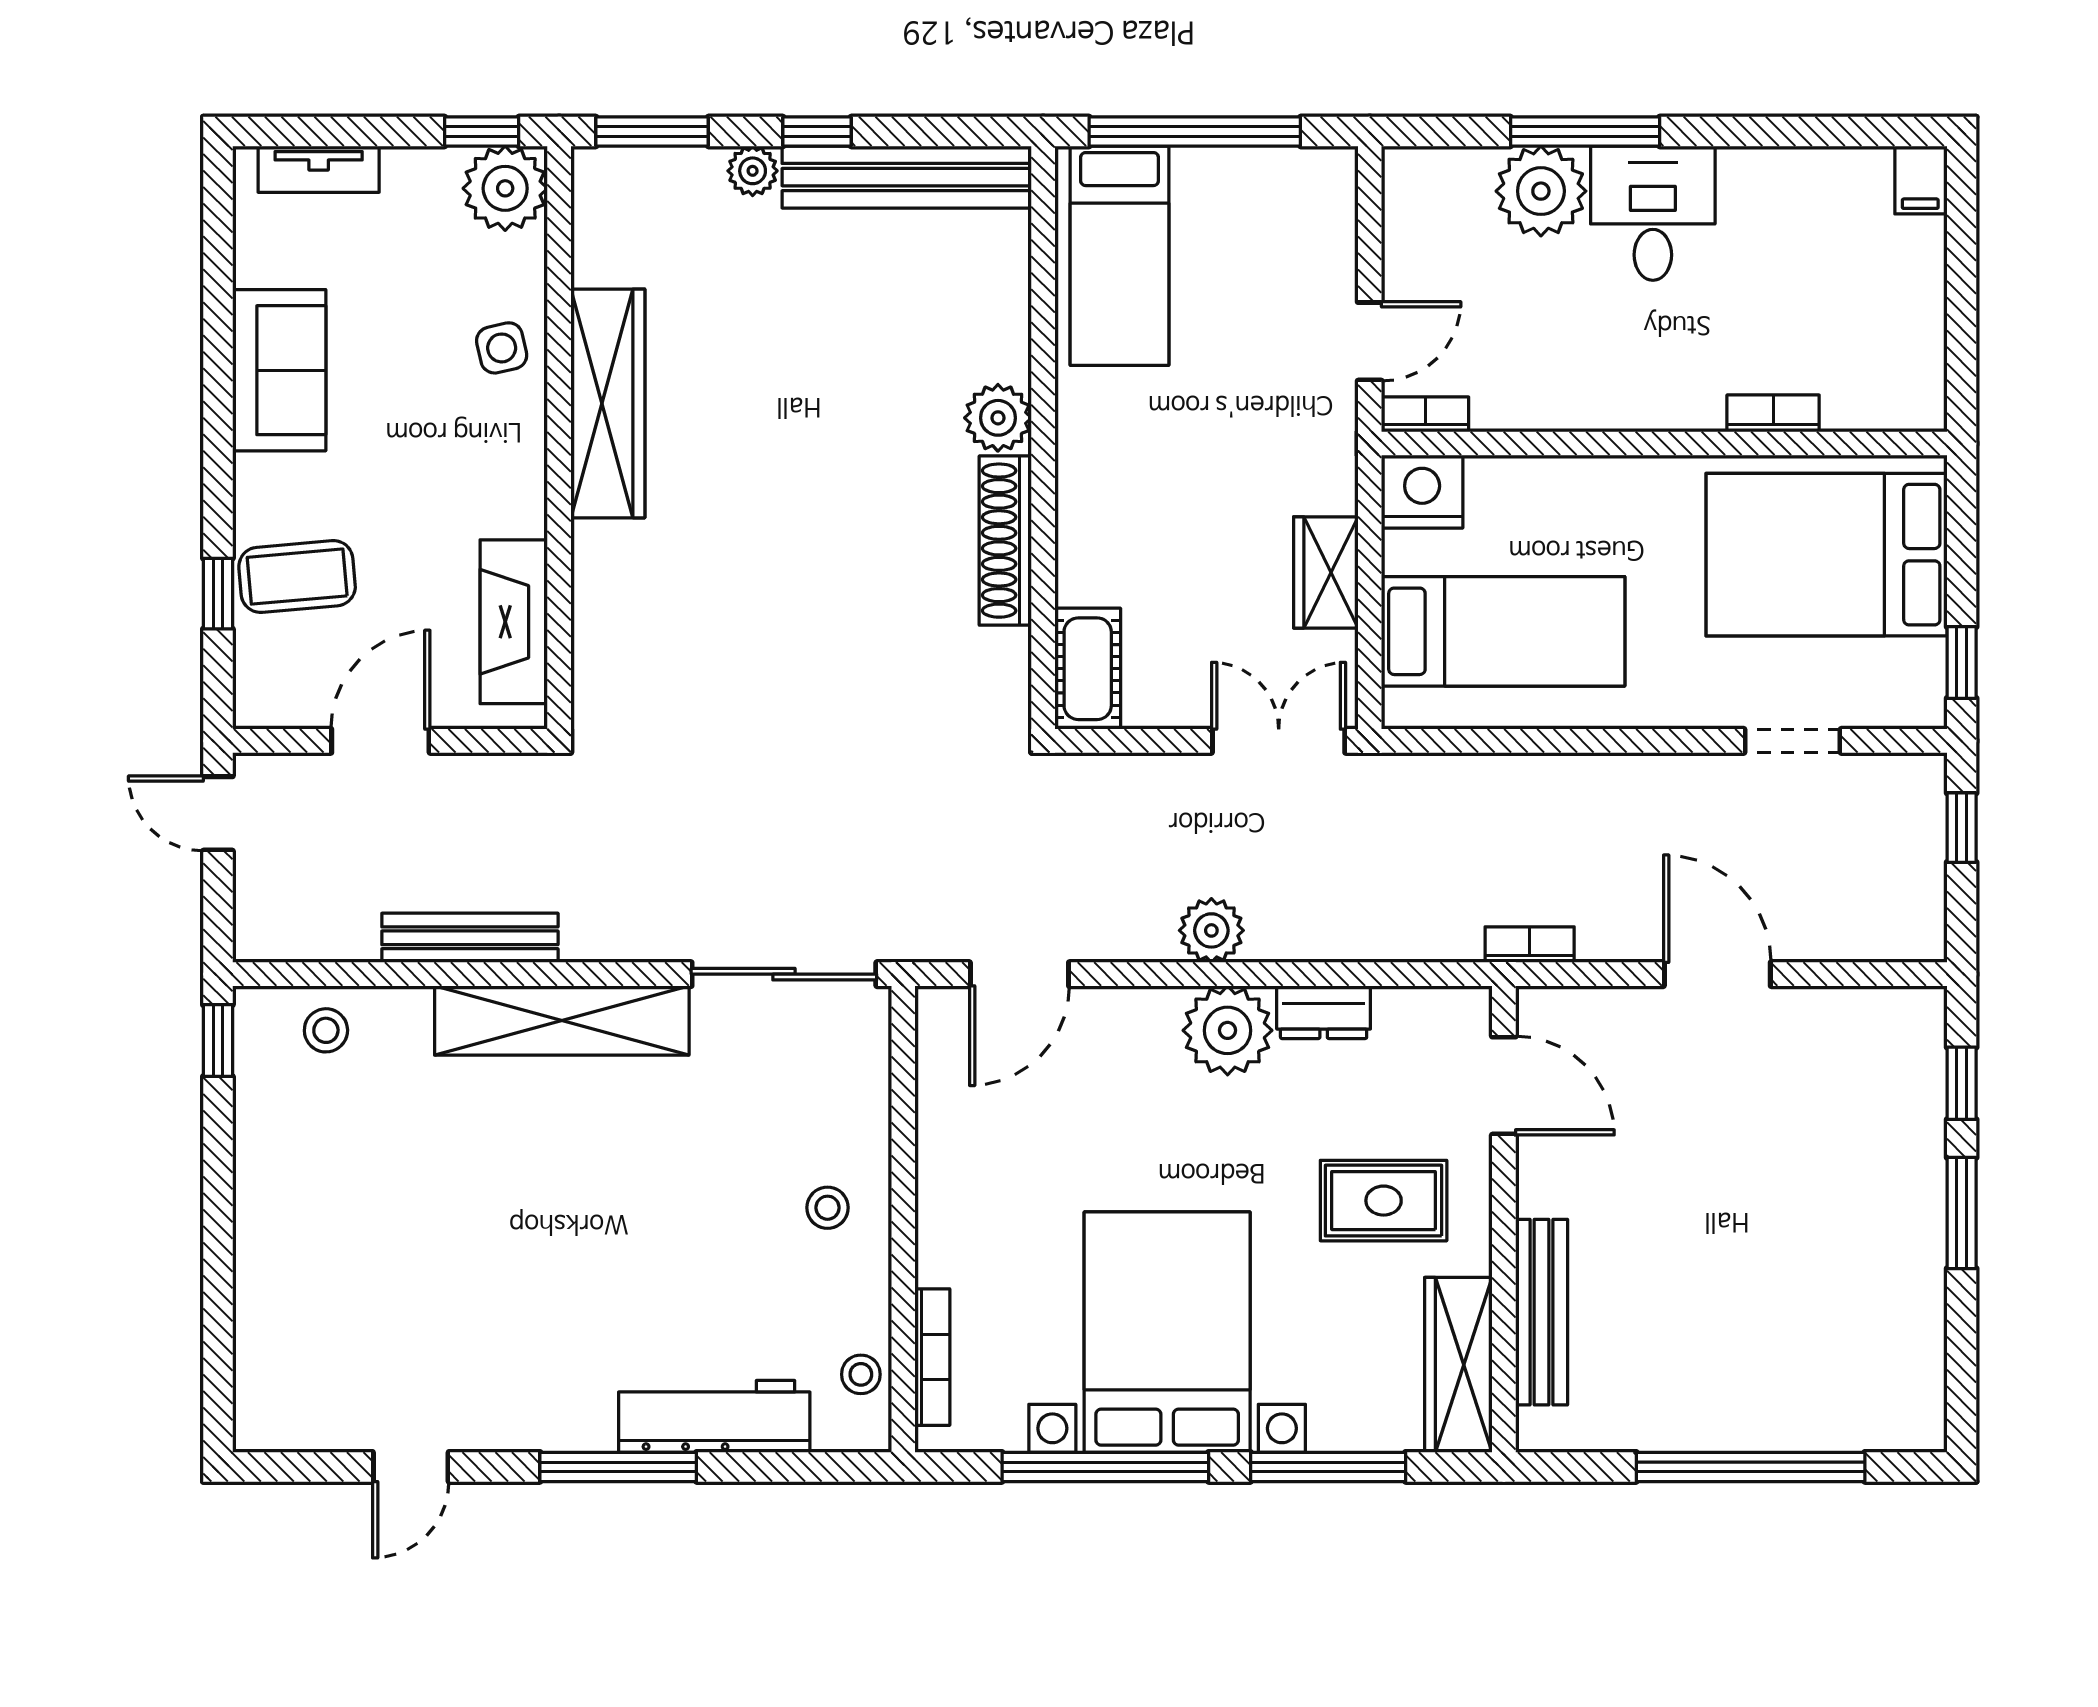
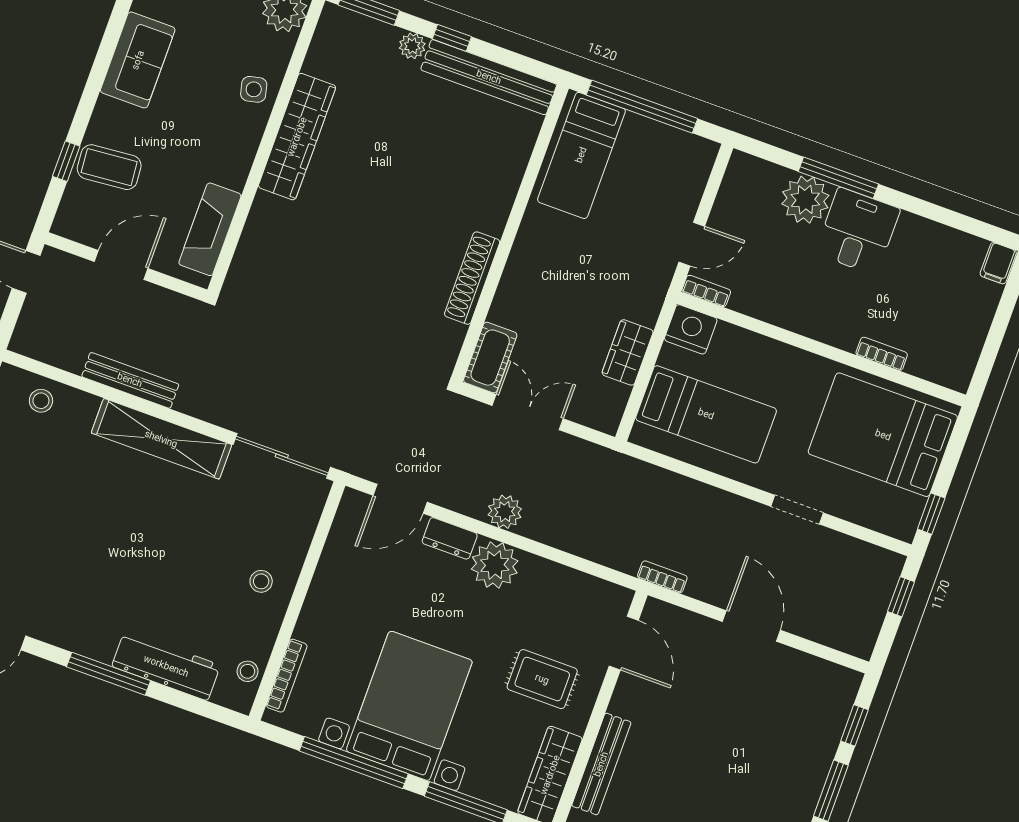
plant: (998, 418) -> (491, 215), removed
double door: (1279, 741) -> (528, 412), moved
doorway: (1793, 741) -> (797, 510), moved
dresser: (1324, 1012) -> (450, 538), moved

